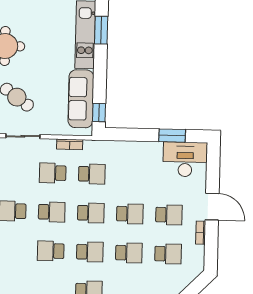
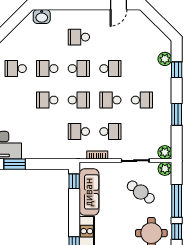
school desk: (91, 213) -> (79, 100), turned 180
school desk: (169, 215) -> (16, 100), removed
school desk: (90, 252) -> (79, 69), turned 180

